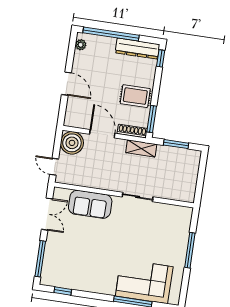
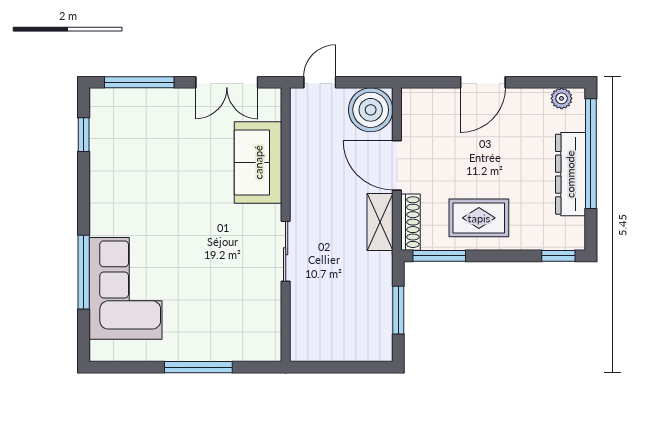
dresser: (138, 49) -> (570, 174), moved
rug: (135, 96) -> (479, 218), turned 90
door: (102, 134) -> (397, 165), swing flipped
shelving: (141, 148) -> (380, 222), moved

